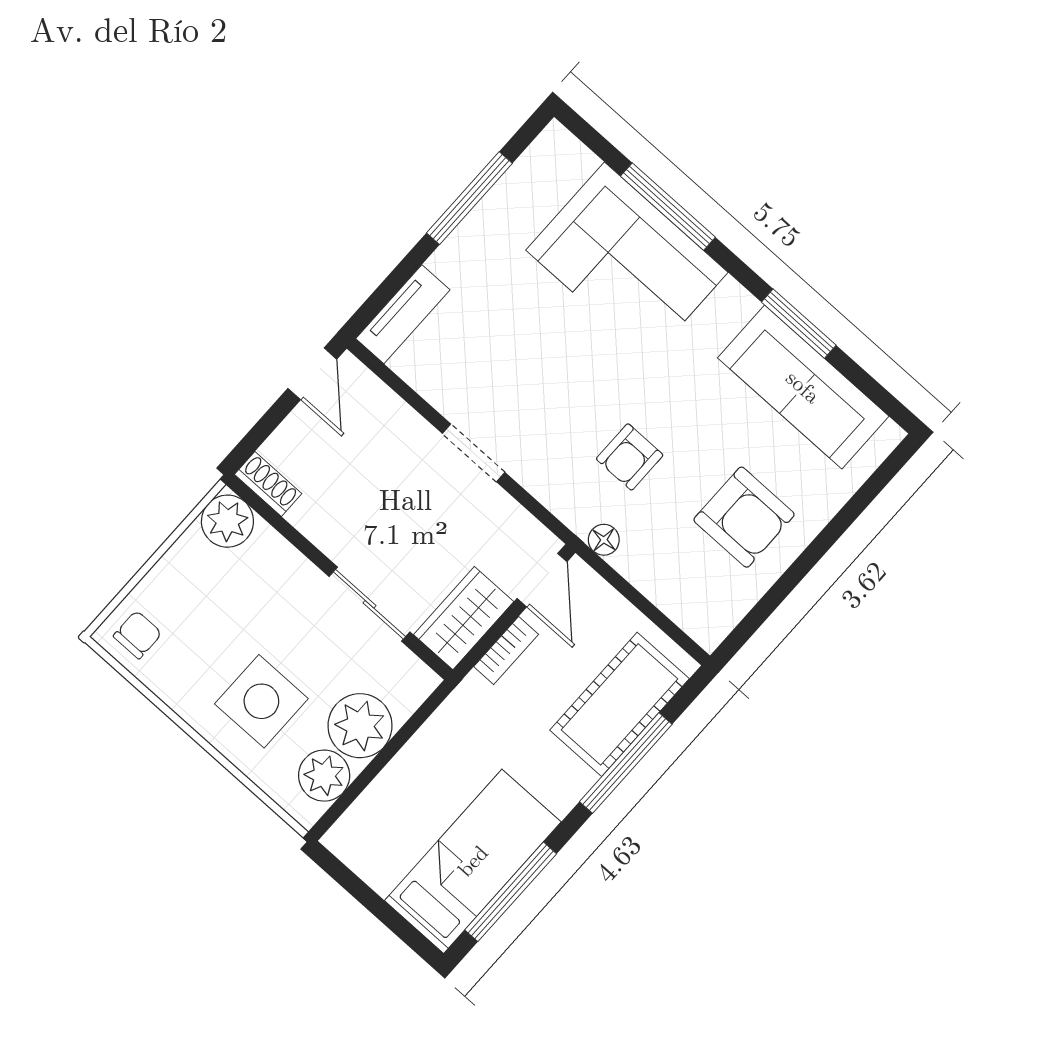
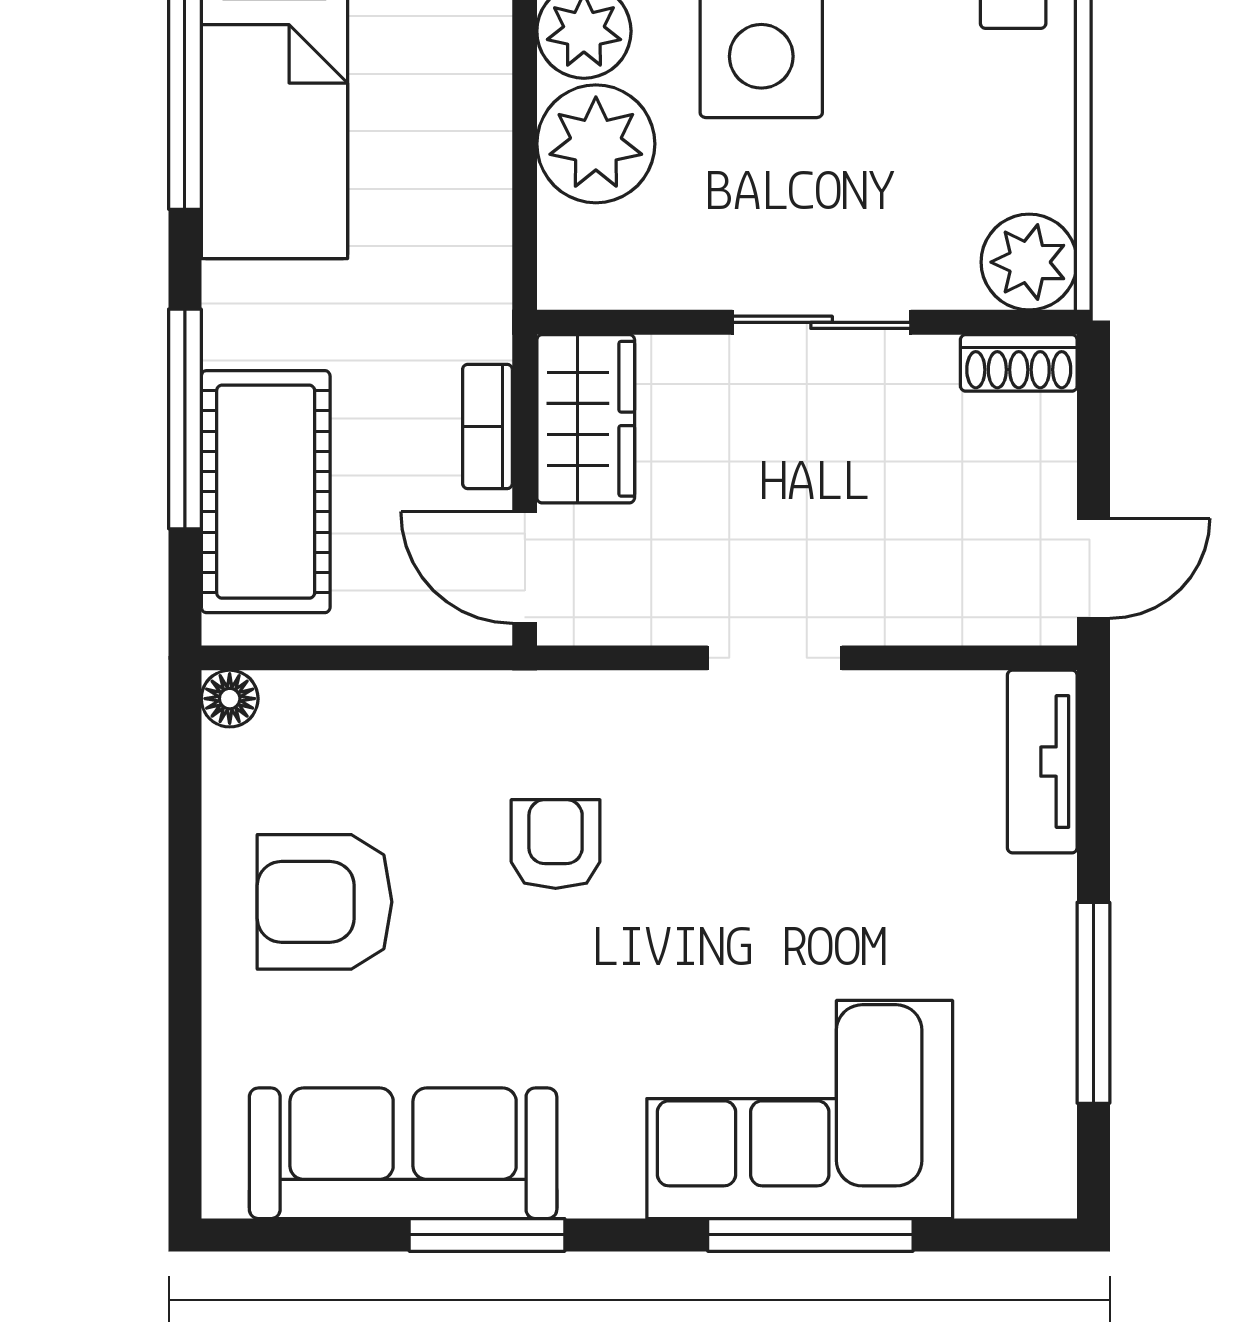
door: (312, 374) -> (1093, 568), swing flipped
floor lamp: (604, 540) -> (230, 699), moved
sliding door: (369, 604) -> (822, 322), moved

